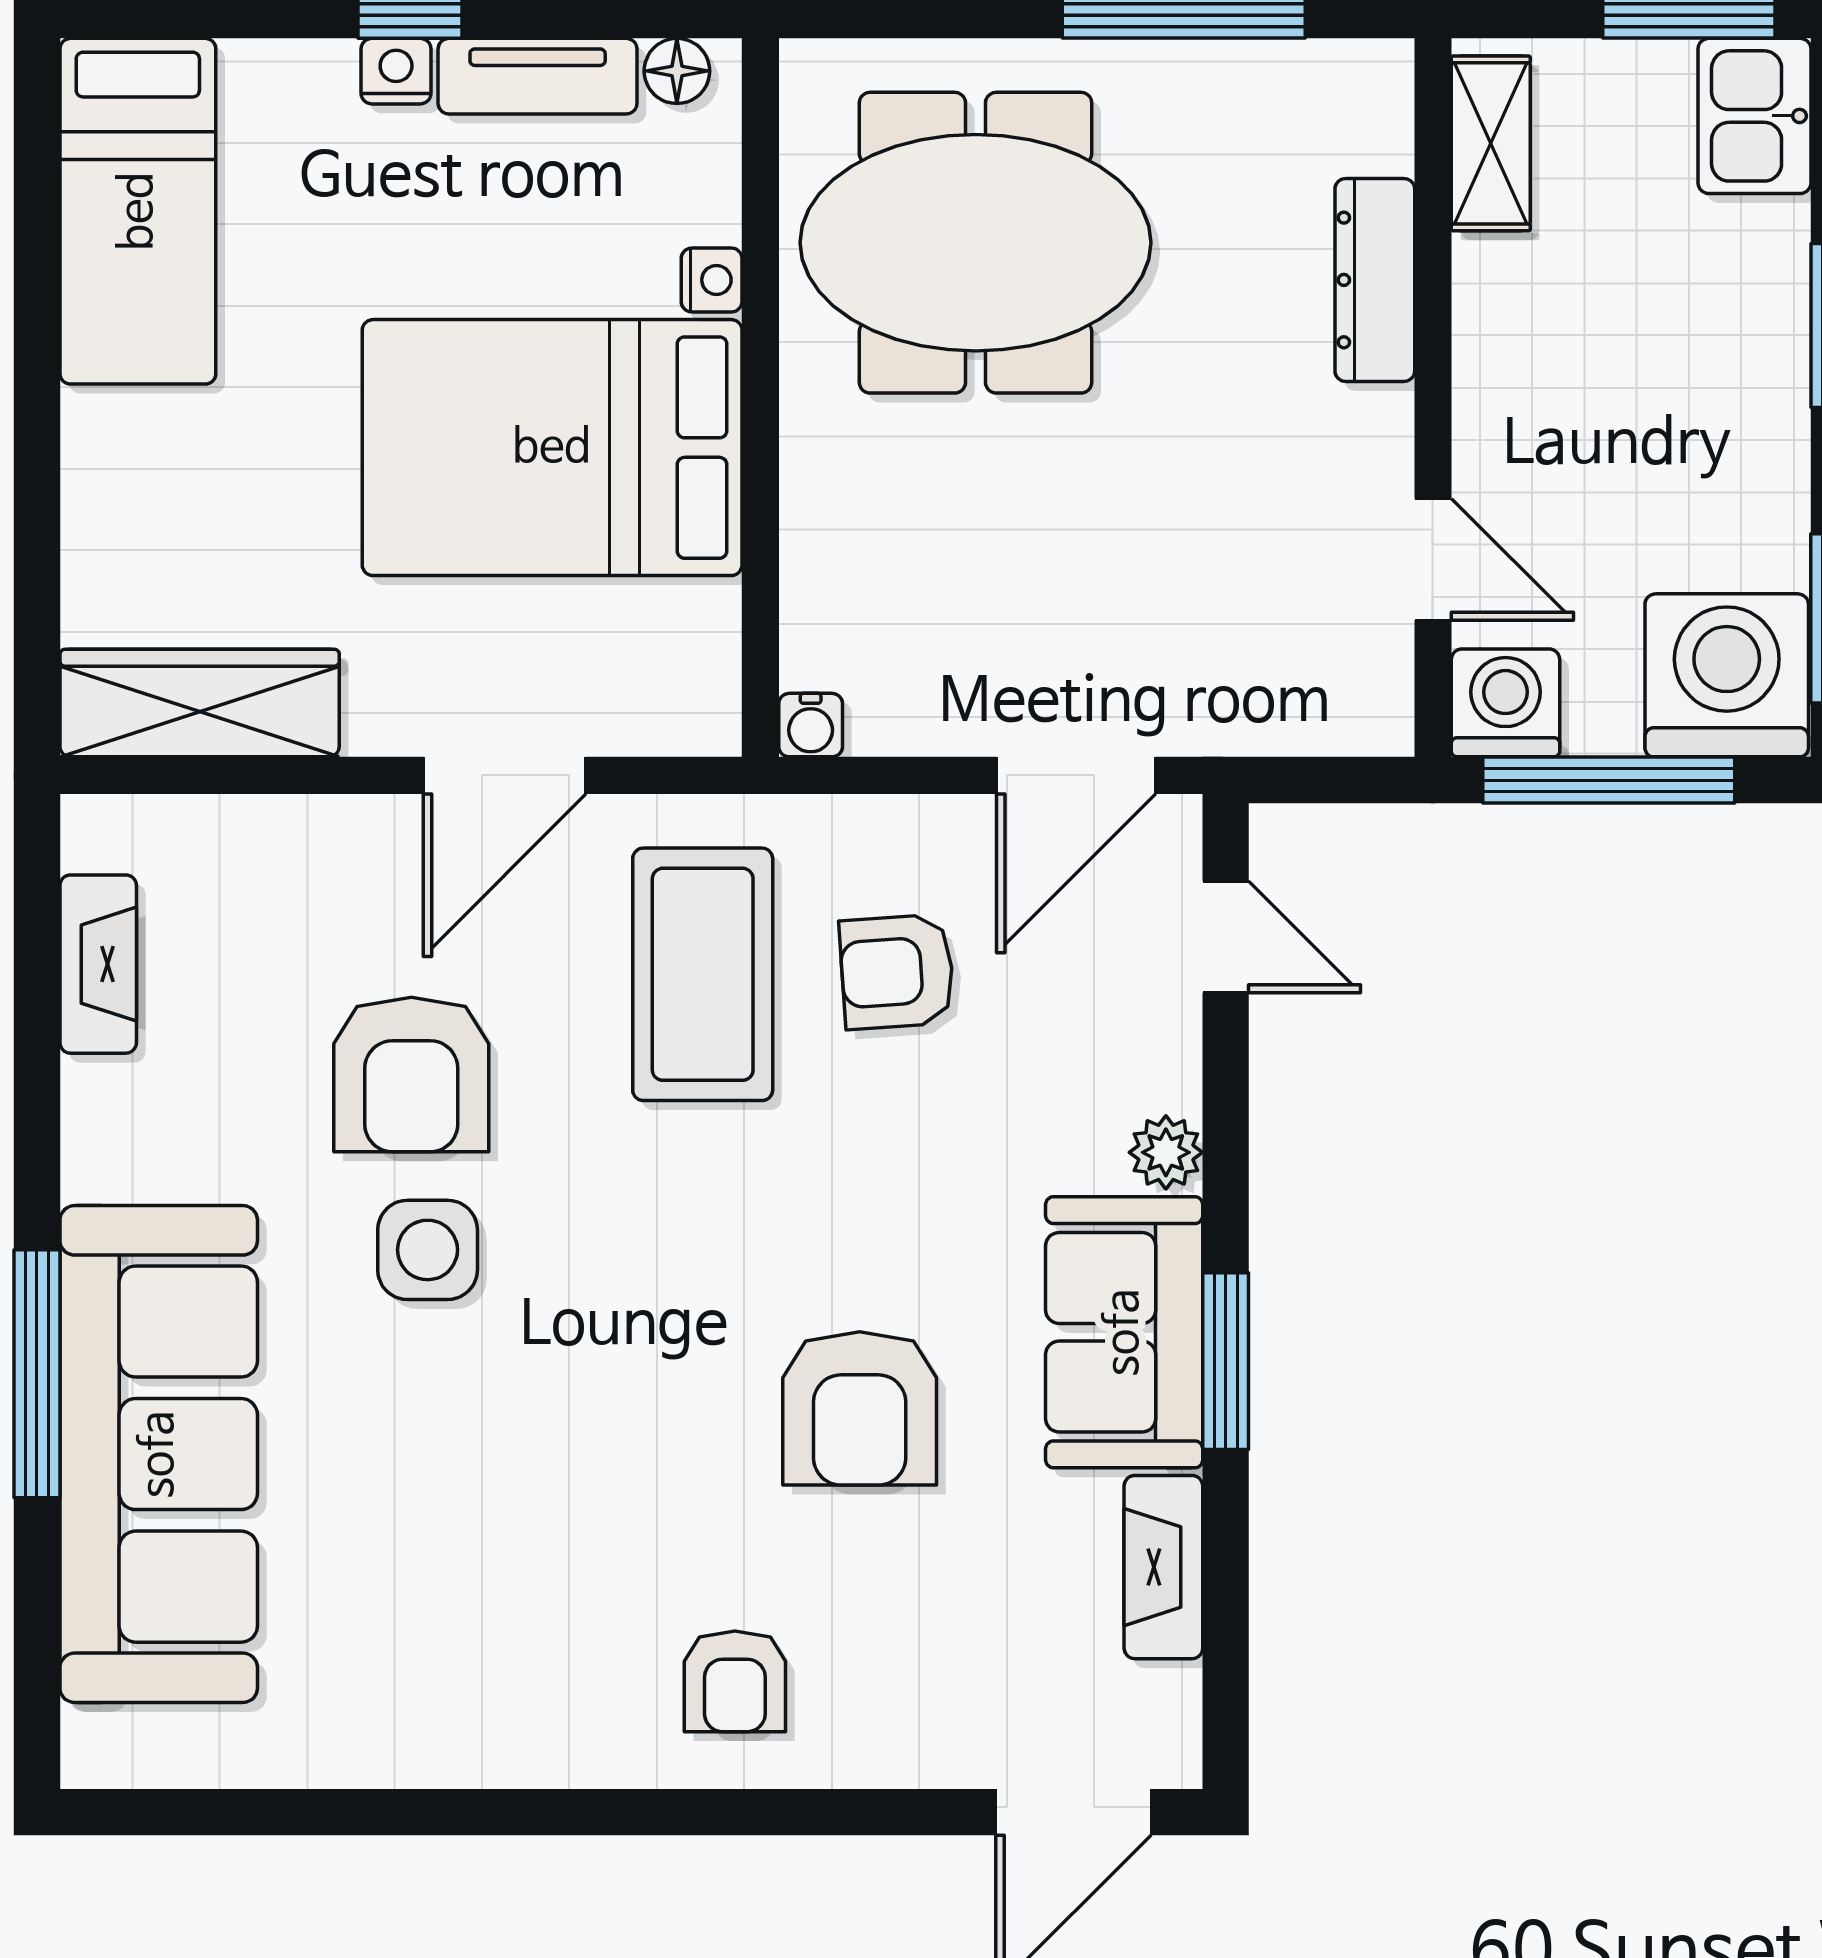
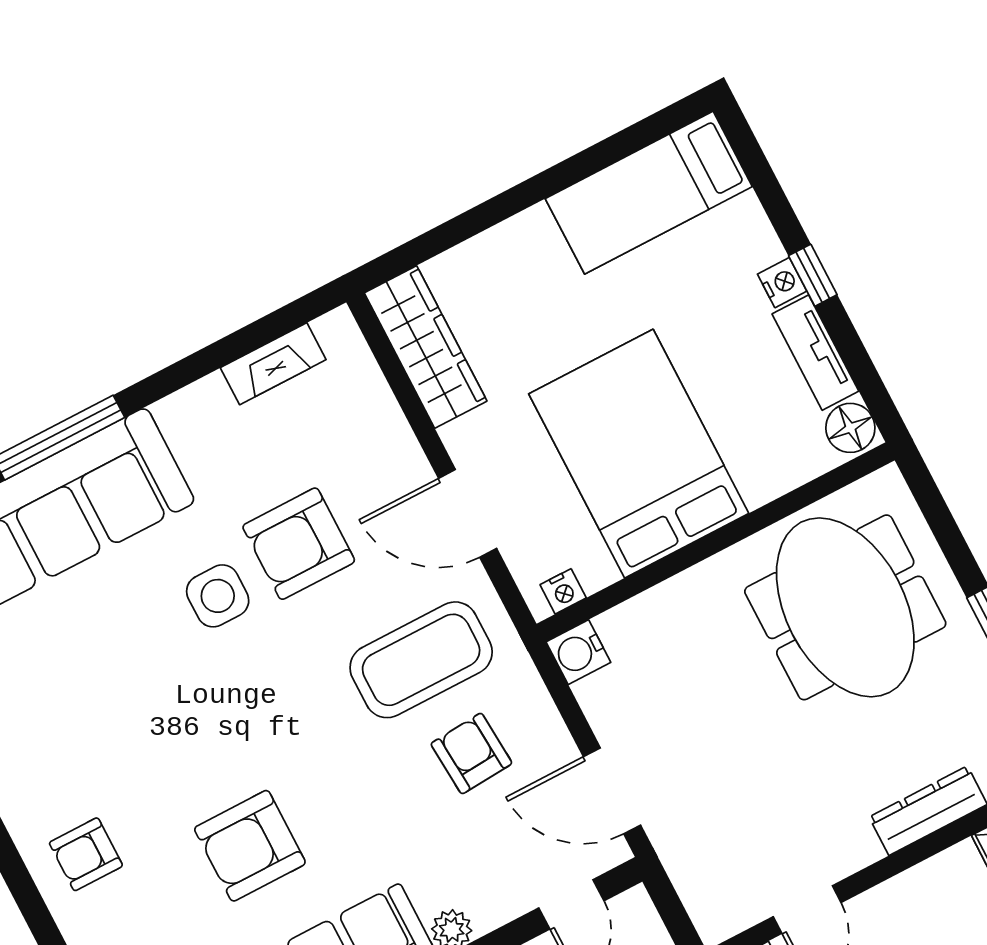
floor lamp: (677, 71) -> (850, 428), width x1.37, depth x1.37
nightstand: (712, 280) -> (563, 591), moved
water cooler: (811, 725) -> (578, 652), width x1.38, depth x1.38

